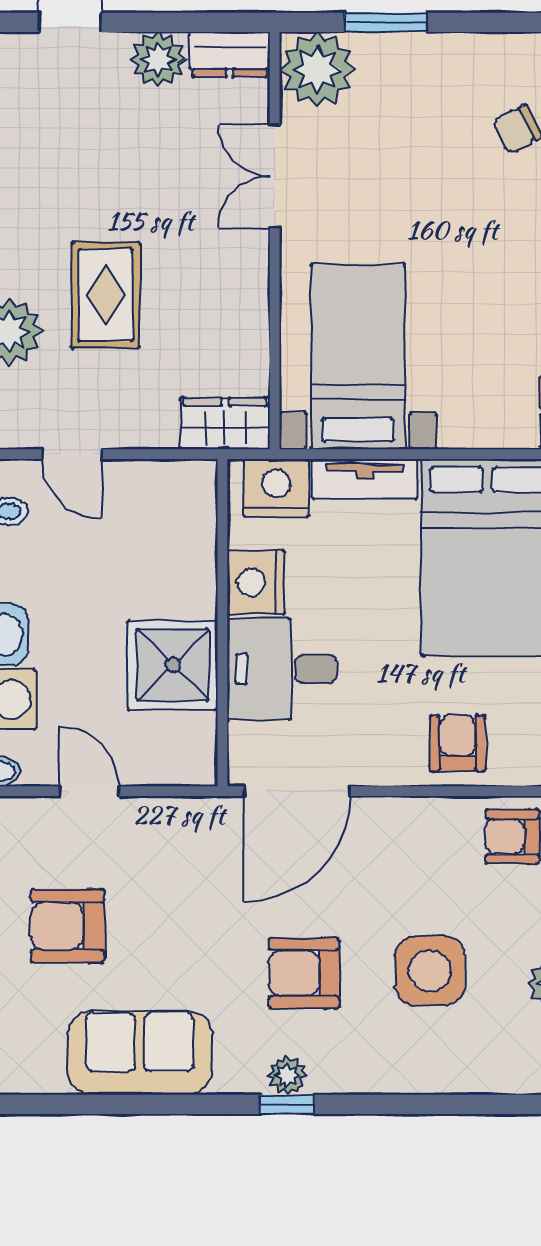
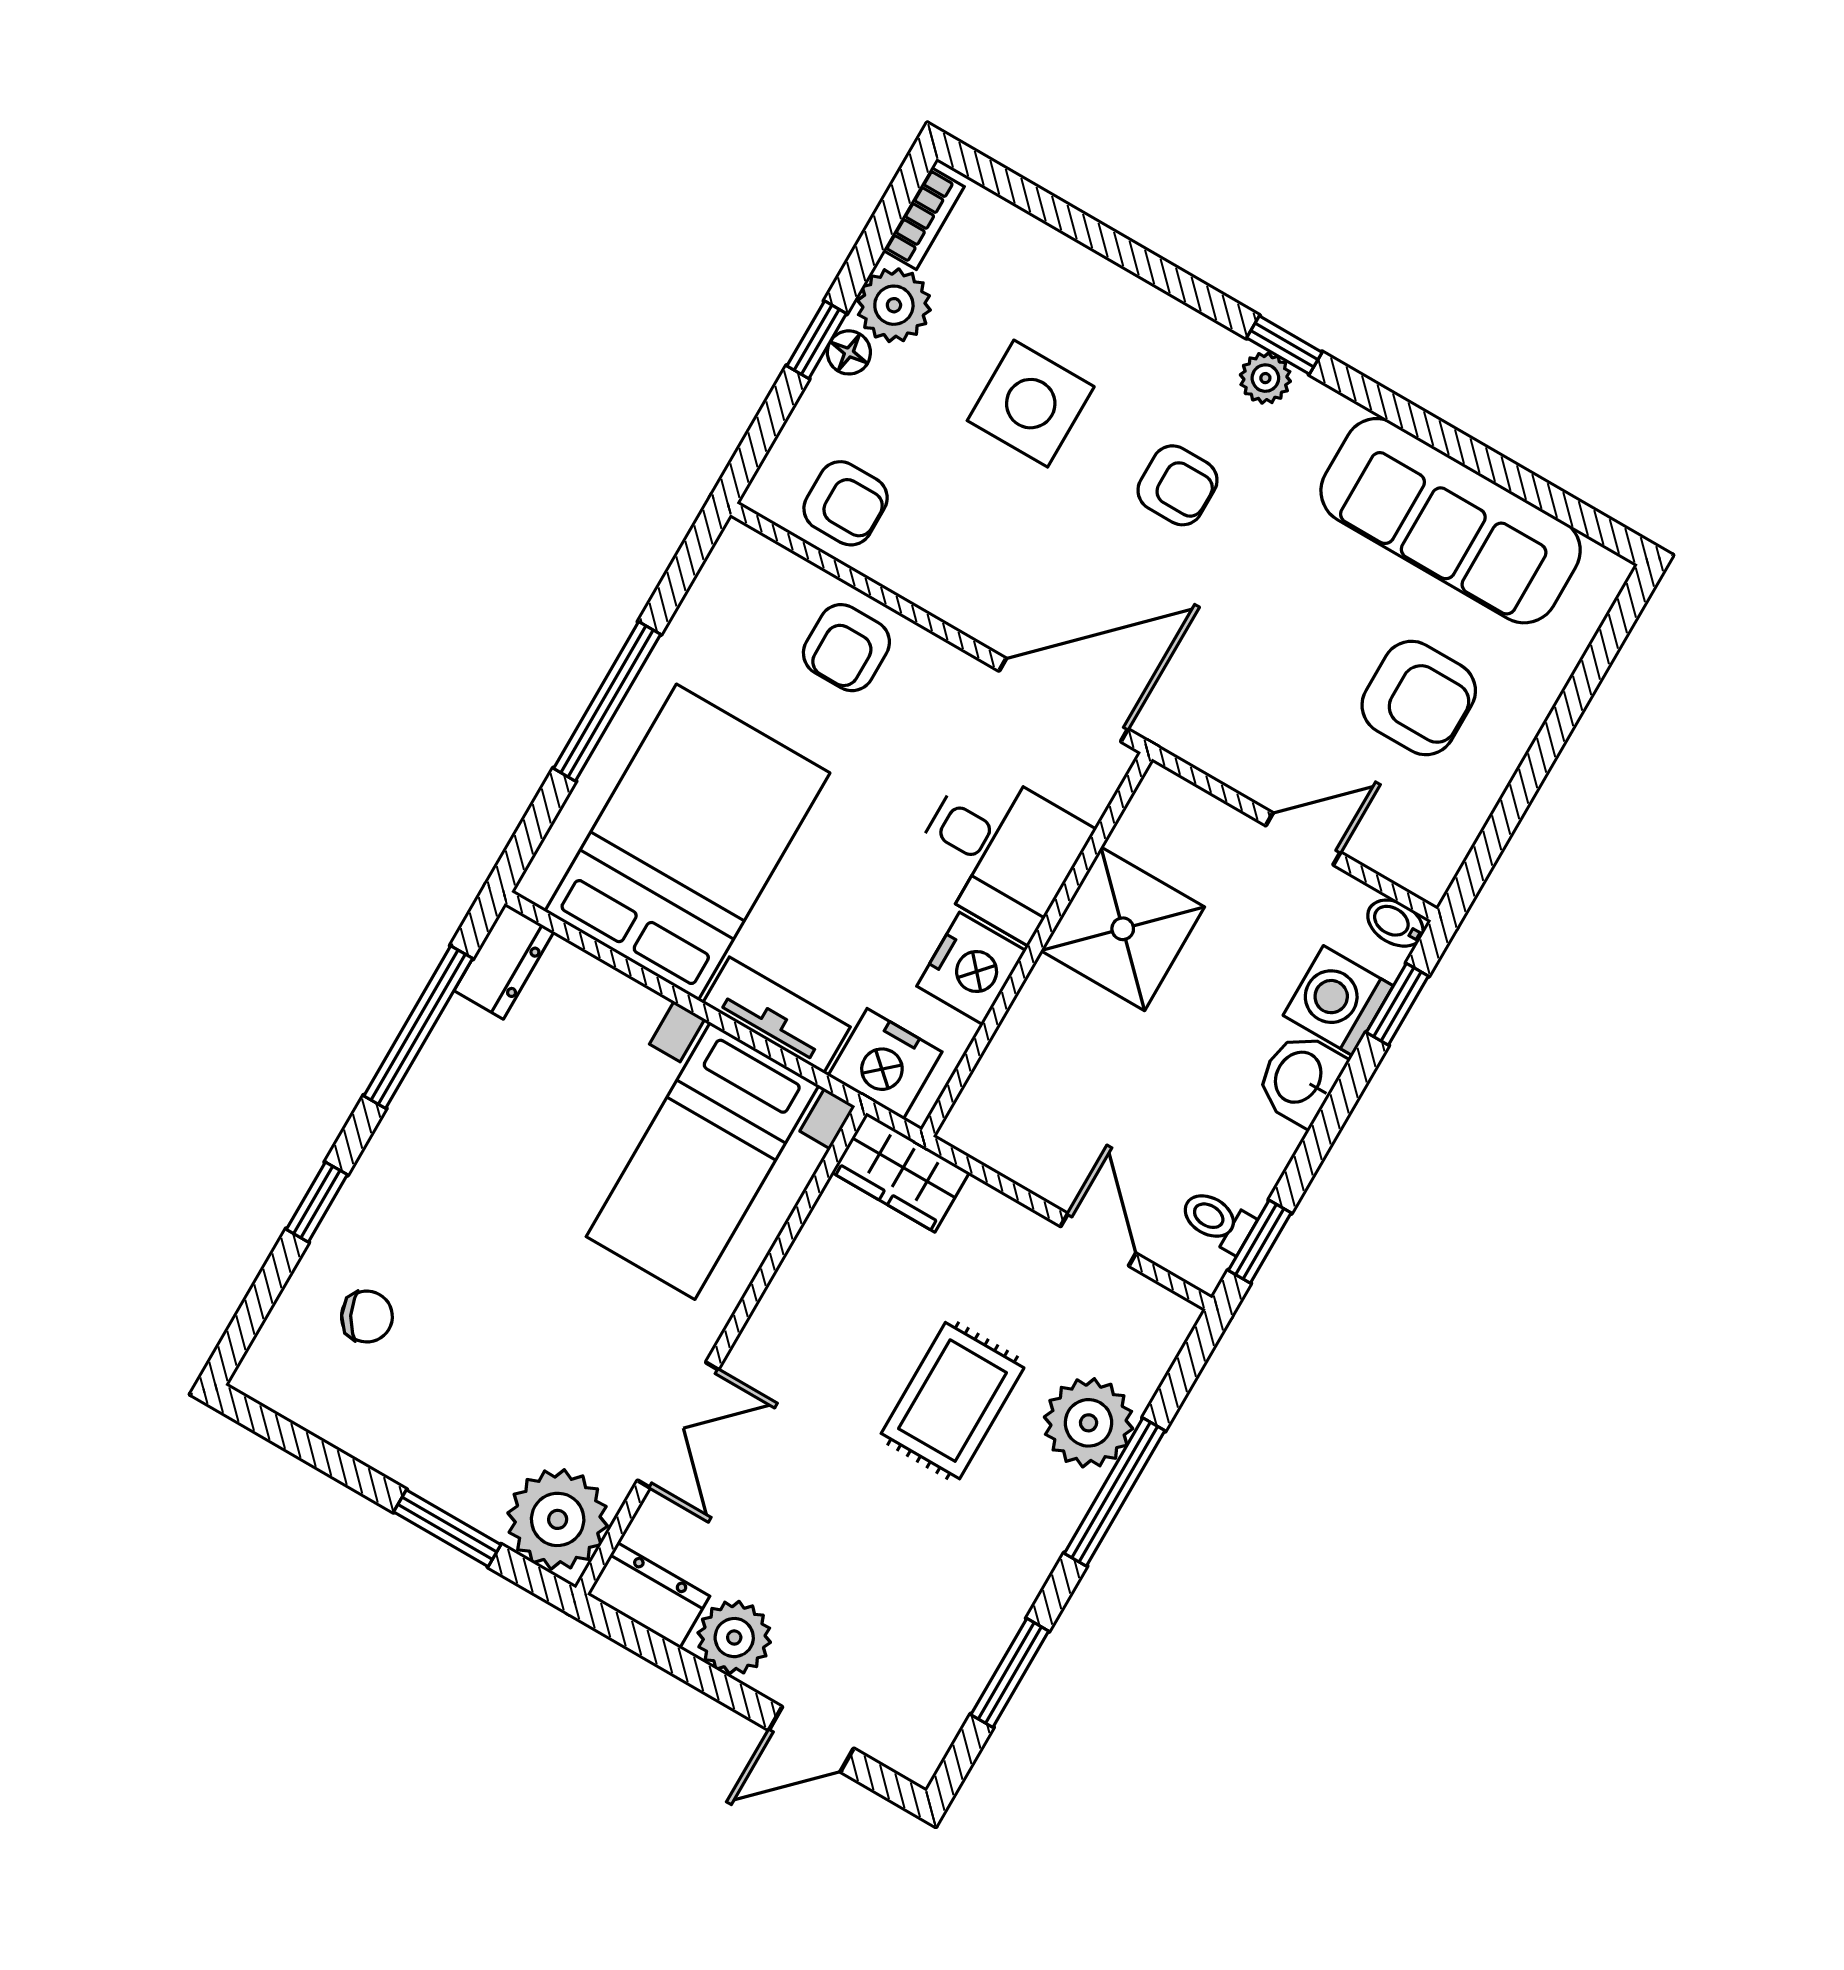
door: (90, 791) -> (1303, 839), swing flipped
armchair: (304, 973) -> (1177, 485), width x0.72, depth x0.72
sofa: (140, 1053) -> (1451, 521), width x1.36

